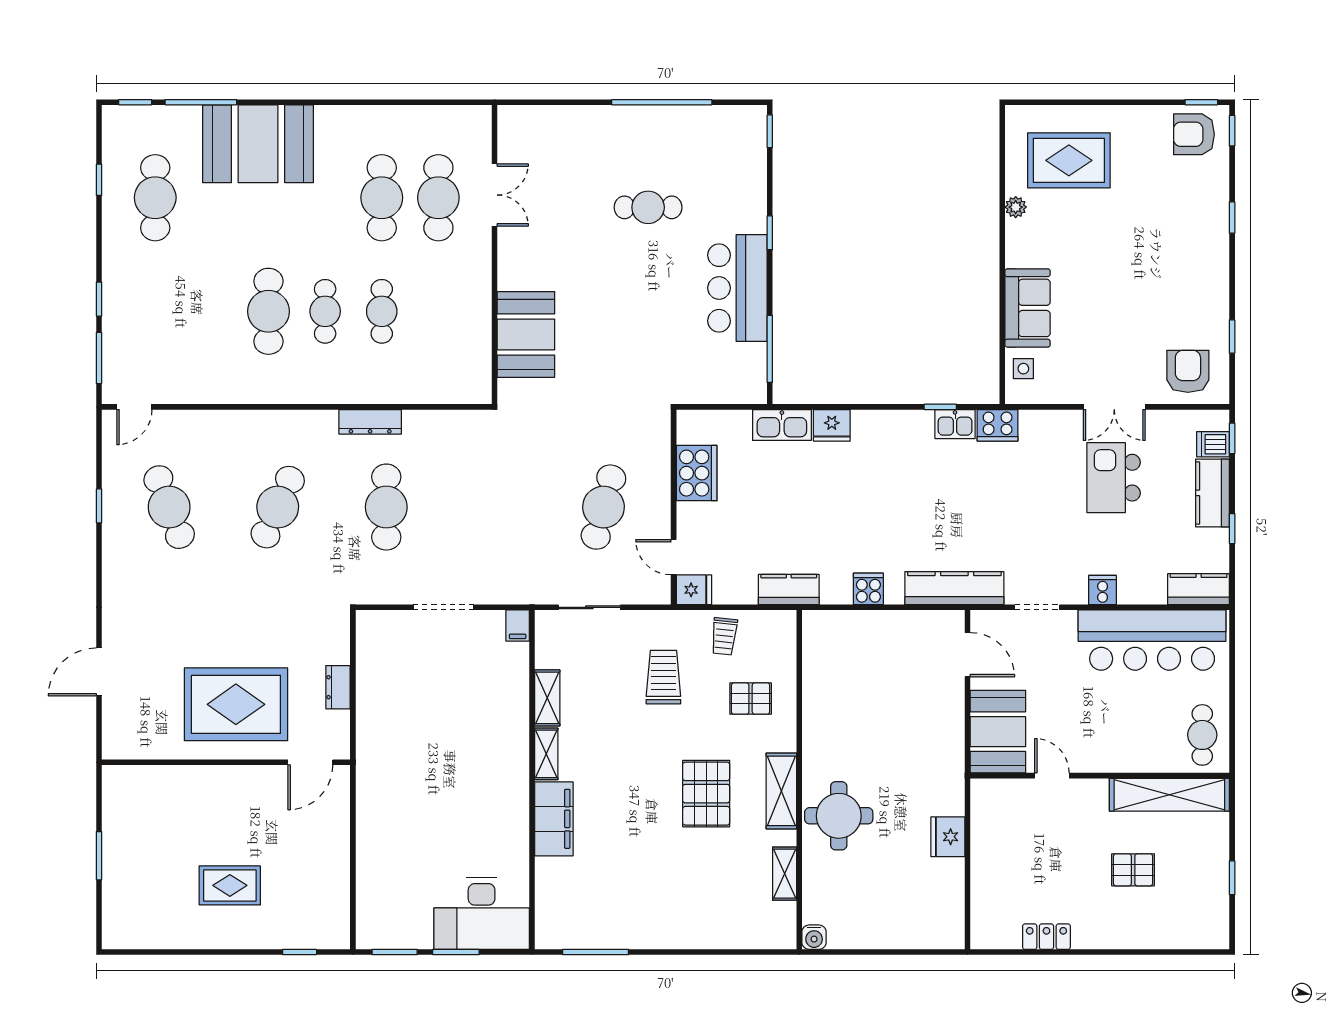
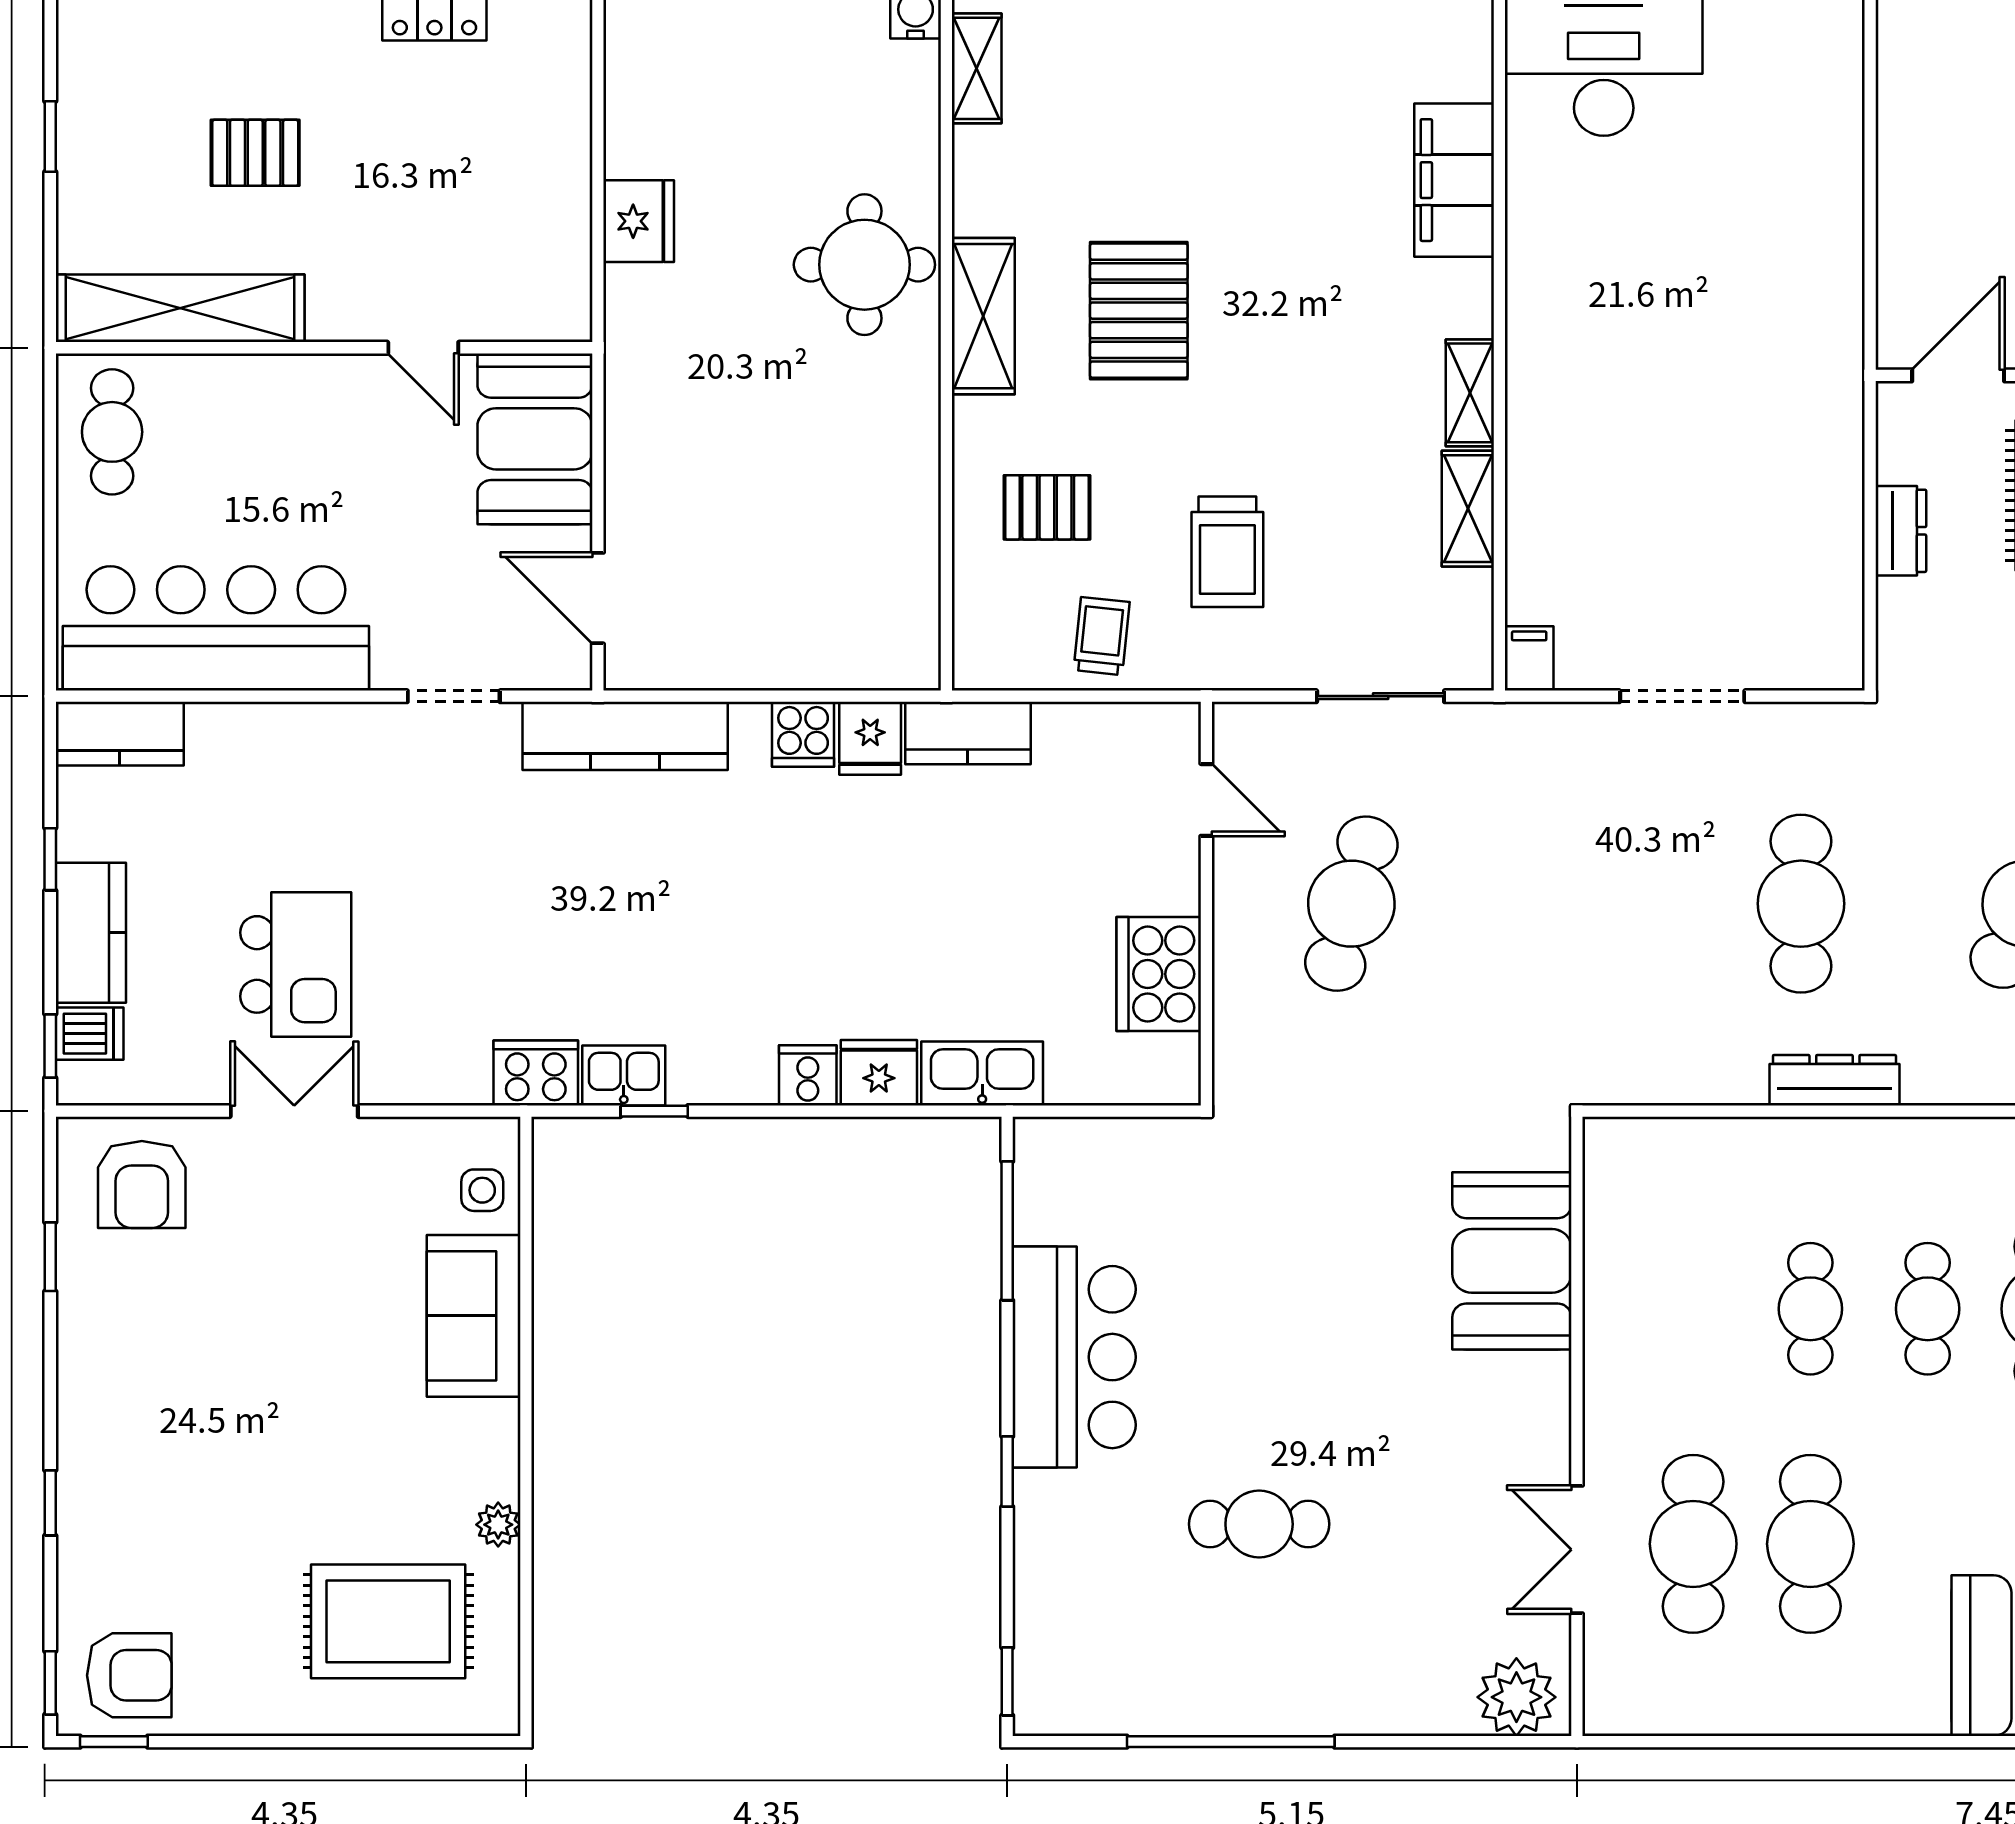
plant: (524, 124) -> (1516, 1697), added
fridge: (694, 590) -> (870, 738), moved, turned -90
cooker: (1103, 590) -> (808, 1075), moved, turned 180
filing cabinet: (554, 819) -> (1454, 180), moved
shelving: (785, 874) -> (977, 68), moved

